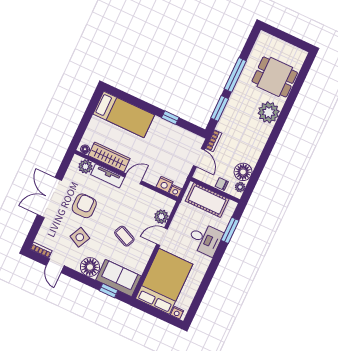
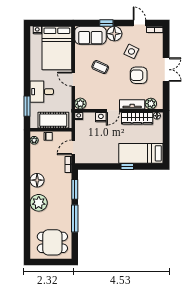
dining table: (275, 77) -> (52, 242), moved
window: (170, 118) -> (127, 166), moved
door: (199, 158) -> (73, 147), hinge flipped
floor lamp: (243, 172) -> (37, 180), moved
nightstand: (165, 184) -> (101, 117), moved
double door: (50, 198) -> (166, 70), width x0.73
armchair: (84, 206) -> (139, 75), turned 90
plant: (161, 217) -> (80, 104), moved
door: (162, 237) -> (73, 79), swing flipped
window: (109, 291) -> (106, 23), moved

